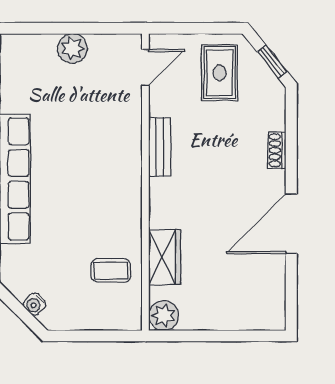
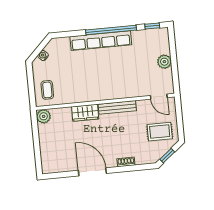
bench: (160, 147) -> (117, 107), width x1.36
wardrobe: (165, 257) -> (85, 113), moved
coffee table: (111, 270) -> (47, 90), moved

